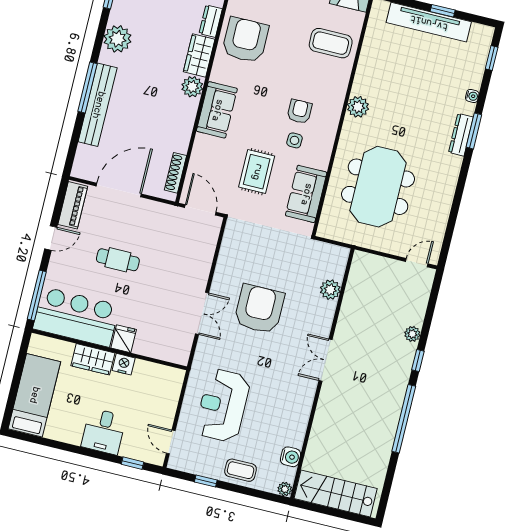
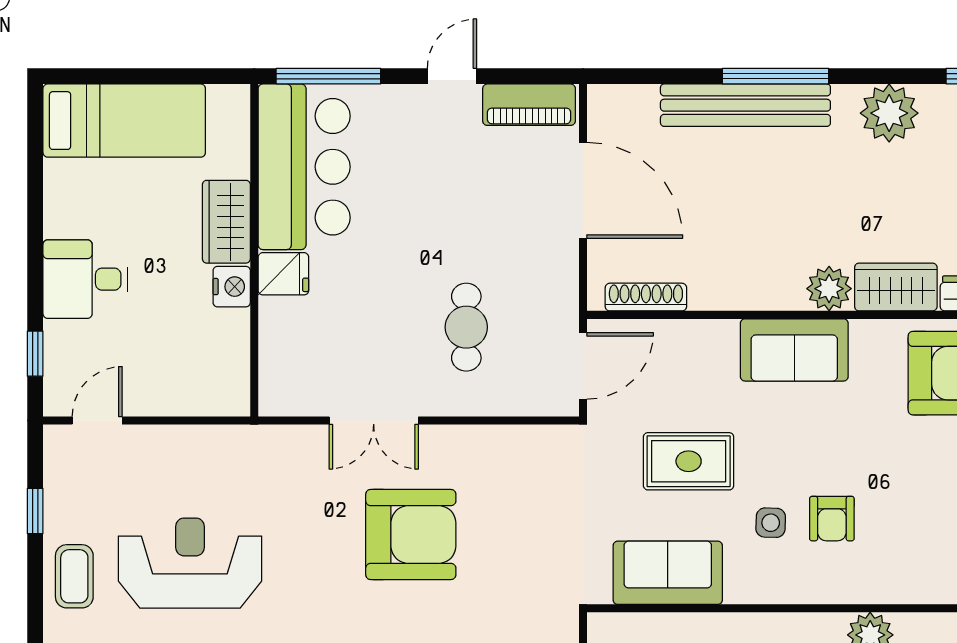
armchair: (300, 111) -> (832, 519), turned 90
door: (51, 238) -> (452, 76), swing flipped
cafe table: (118, 260) -> (466, 327), moved
reception desk: (223, 405) -> (190, 563), moved

